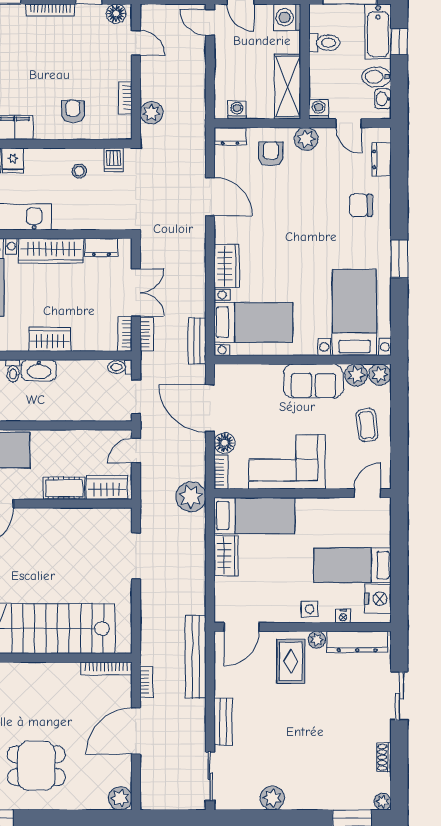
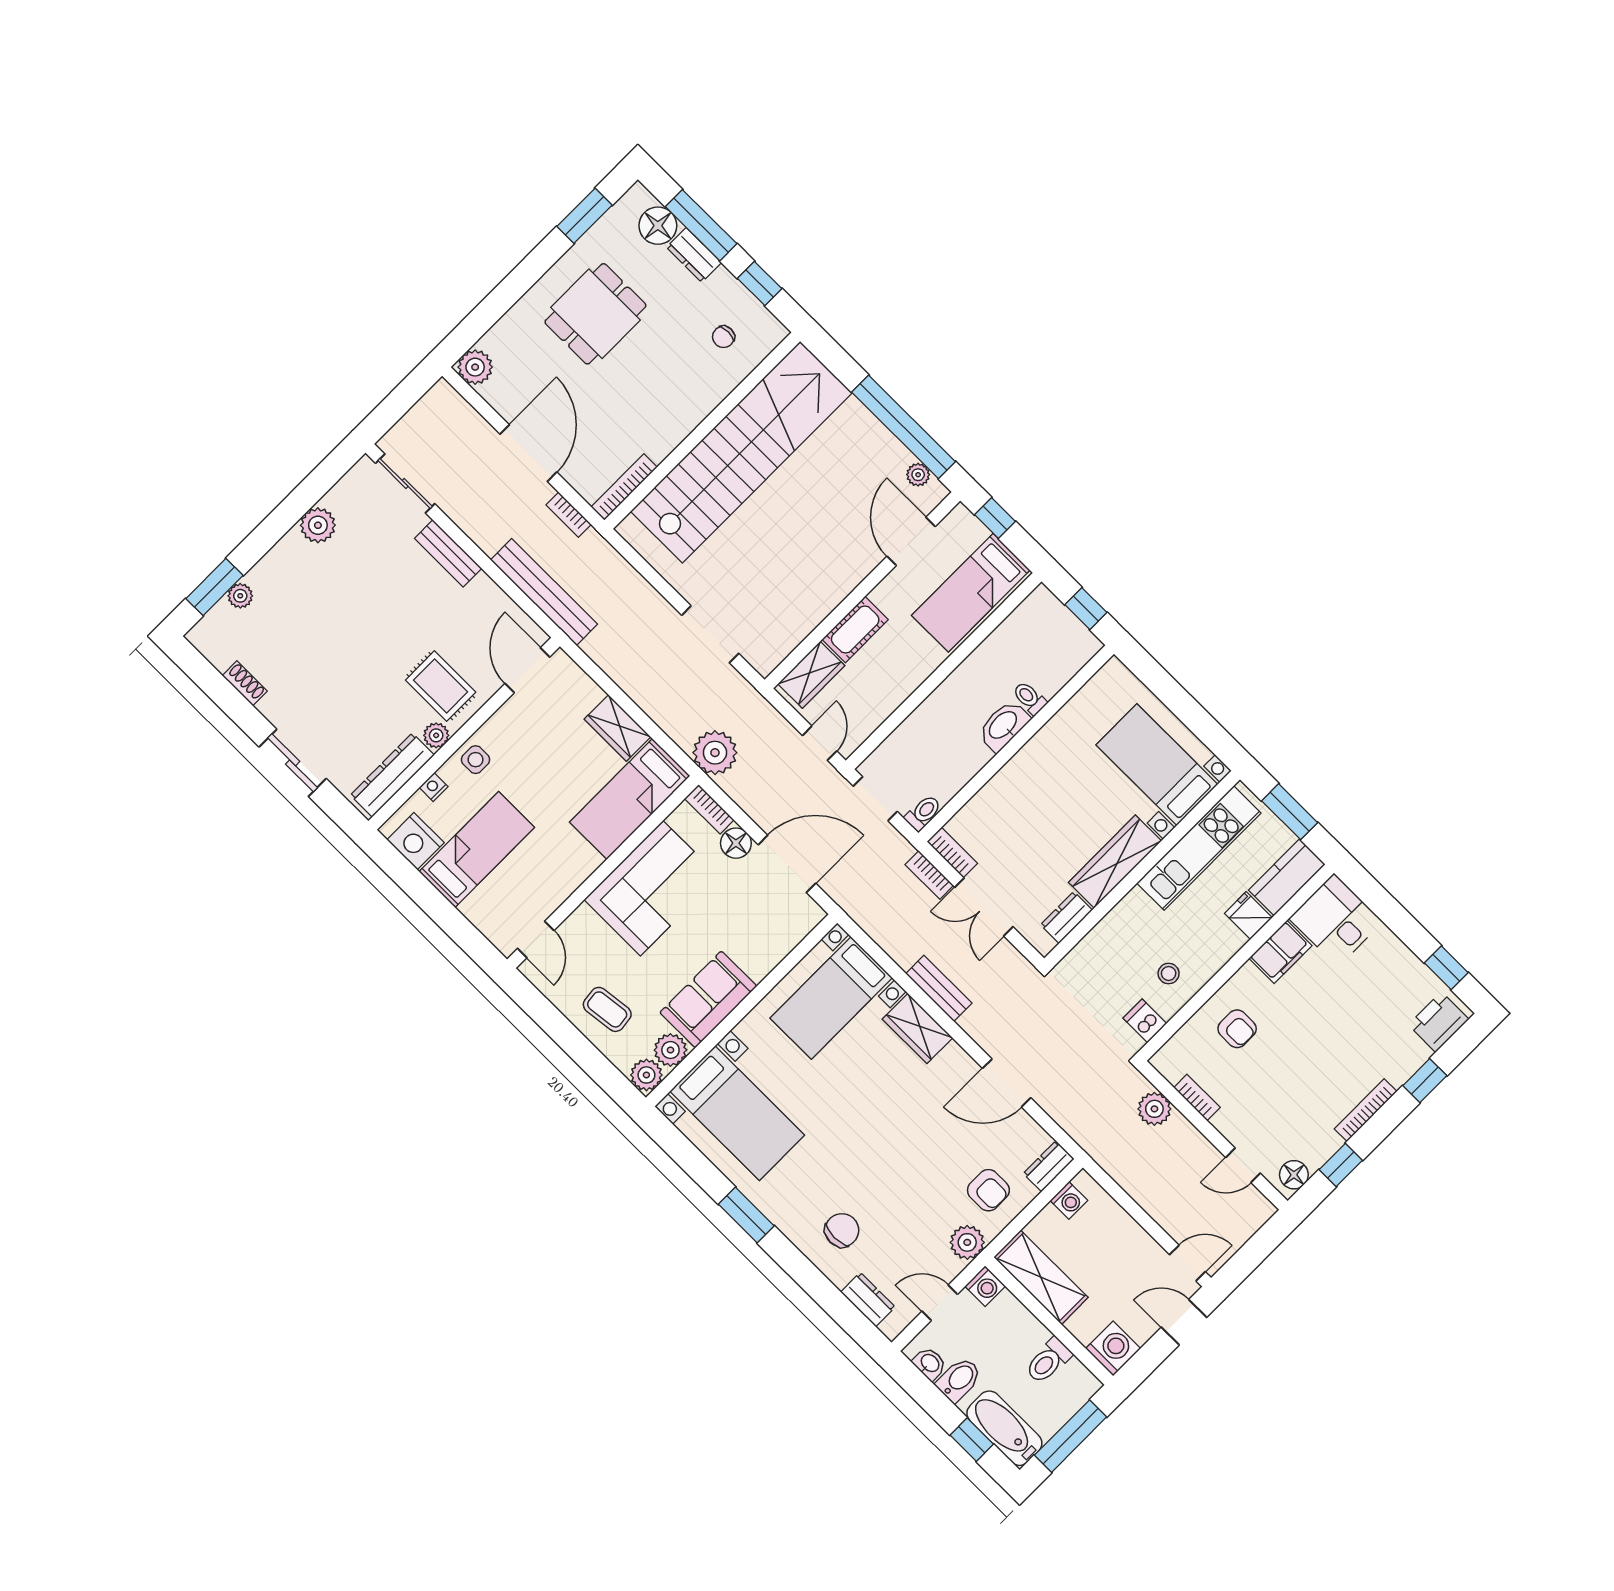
wardrobe: (50, 339) -> (1024, 769), removed
bench: (197, 341) -> (939, 988), moved
plant: (383, 802) -> (240, 596), moved

